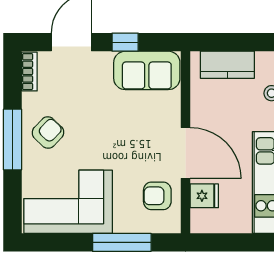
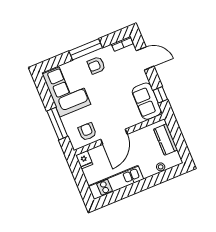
window: (125, 42) -> (160, 95), moved
armchair: (48, 133) -> (96, 65), turned 136
fridge: (204, 196) -> (84, 160), moved

